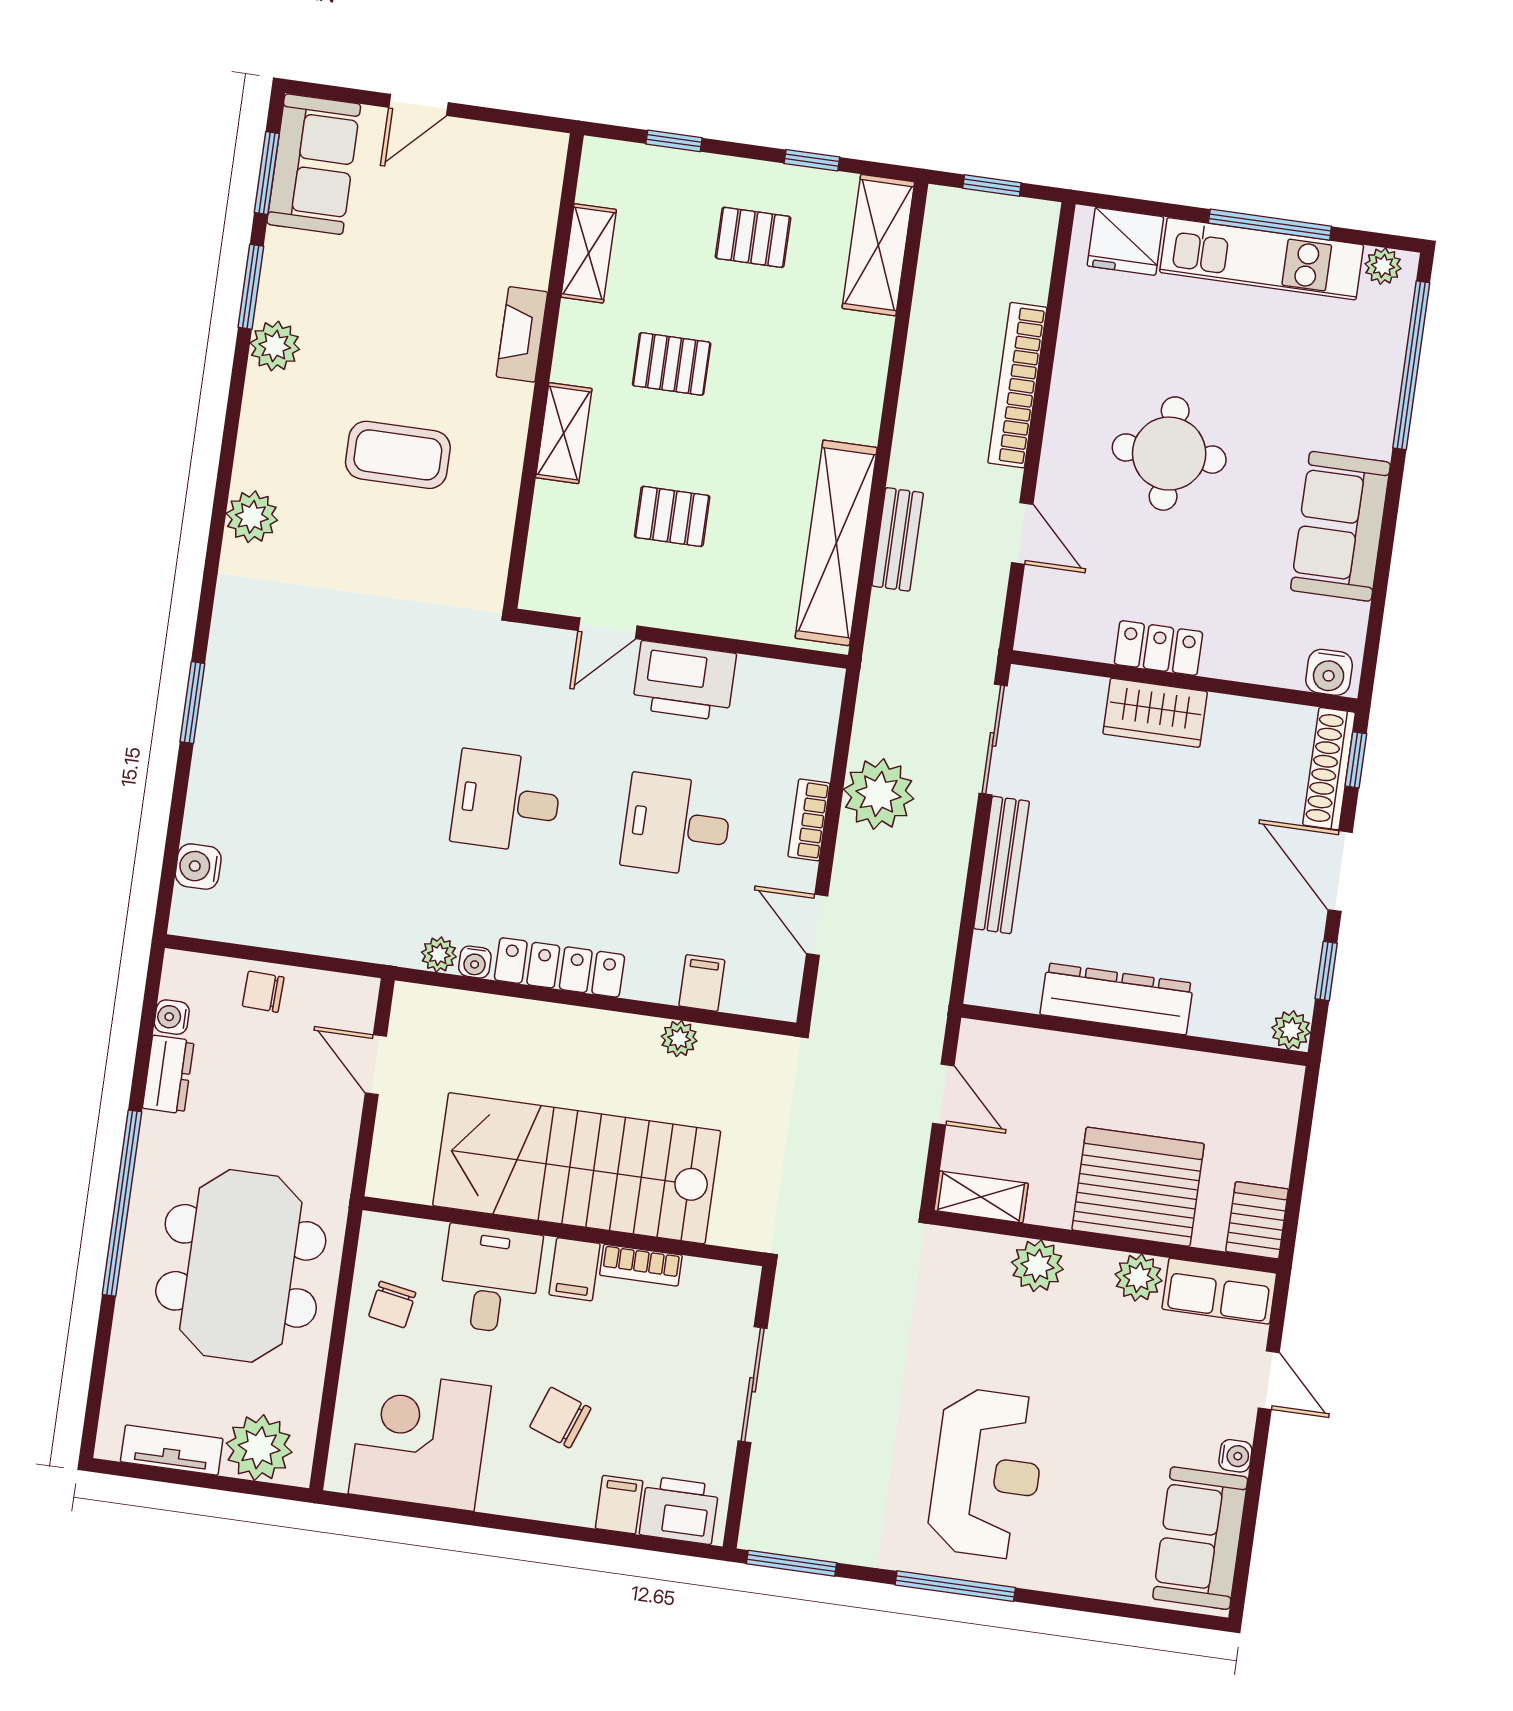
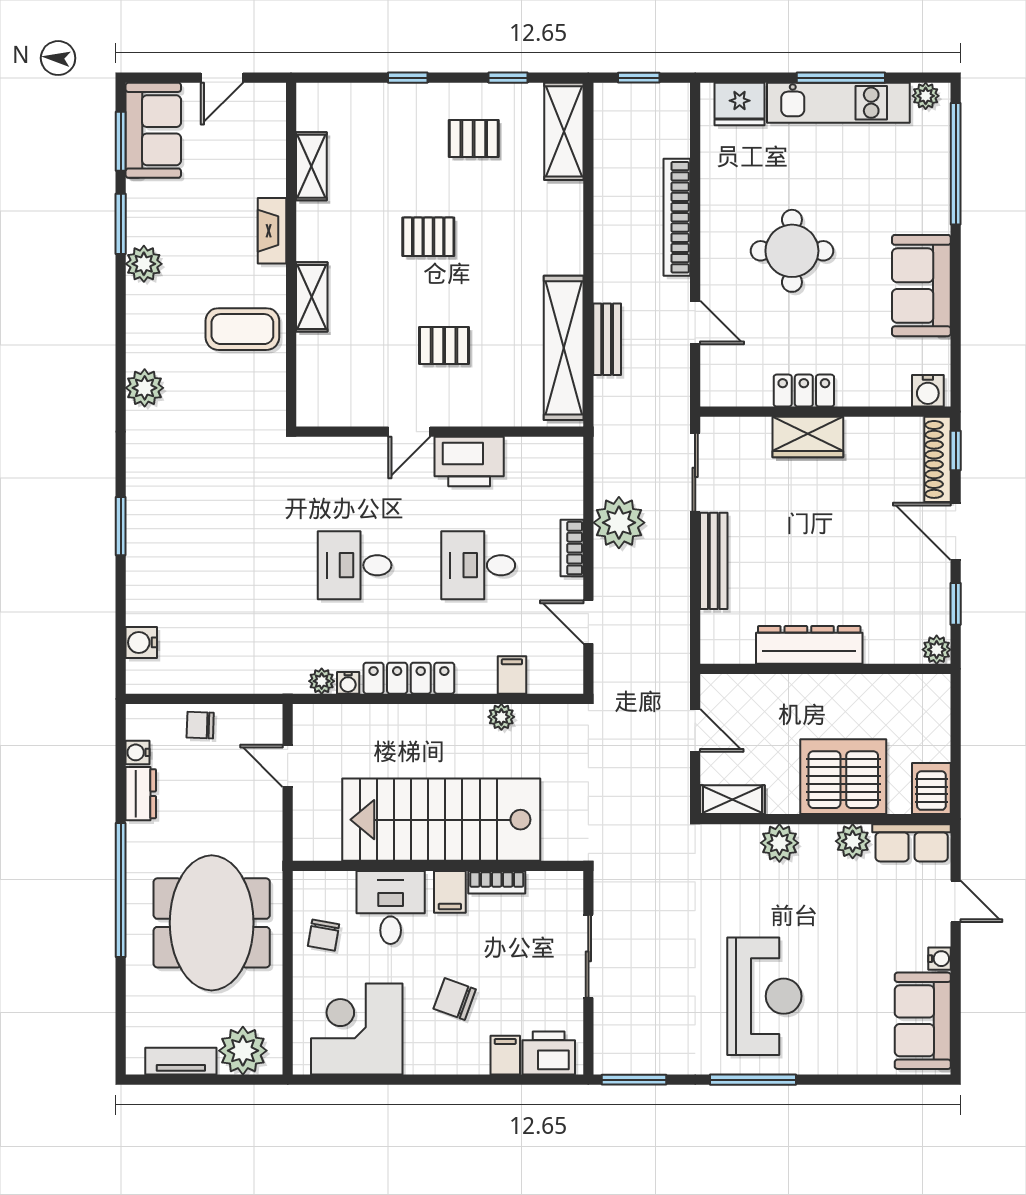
shelving: (589, 253) -> (311, 166), moved
fireplace: (522, 334) -> (272, 231), moved
wall: (544, 371) -> (291, 255), moved
shelving: (564, 433) -> (312, 297), moved

